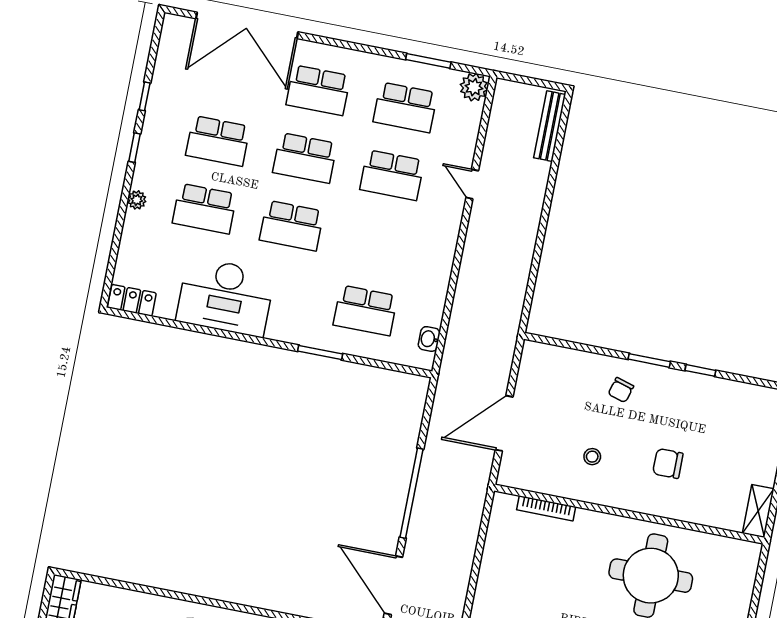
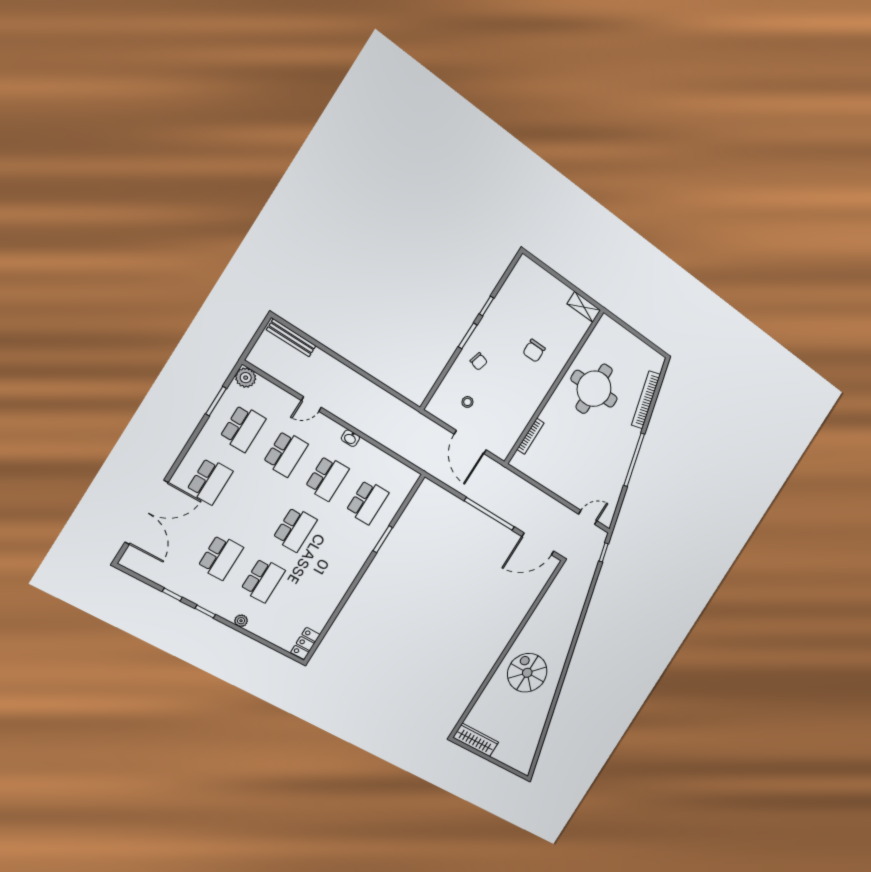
school desk: (305, 158) -> (327, 478), moved
desk: (226, 297) -> (325, 586), removed
washbasin: (429, 339) -> (350, 438), moved
stool: (592, 457) -> (467, 402), moved

